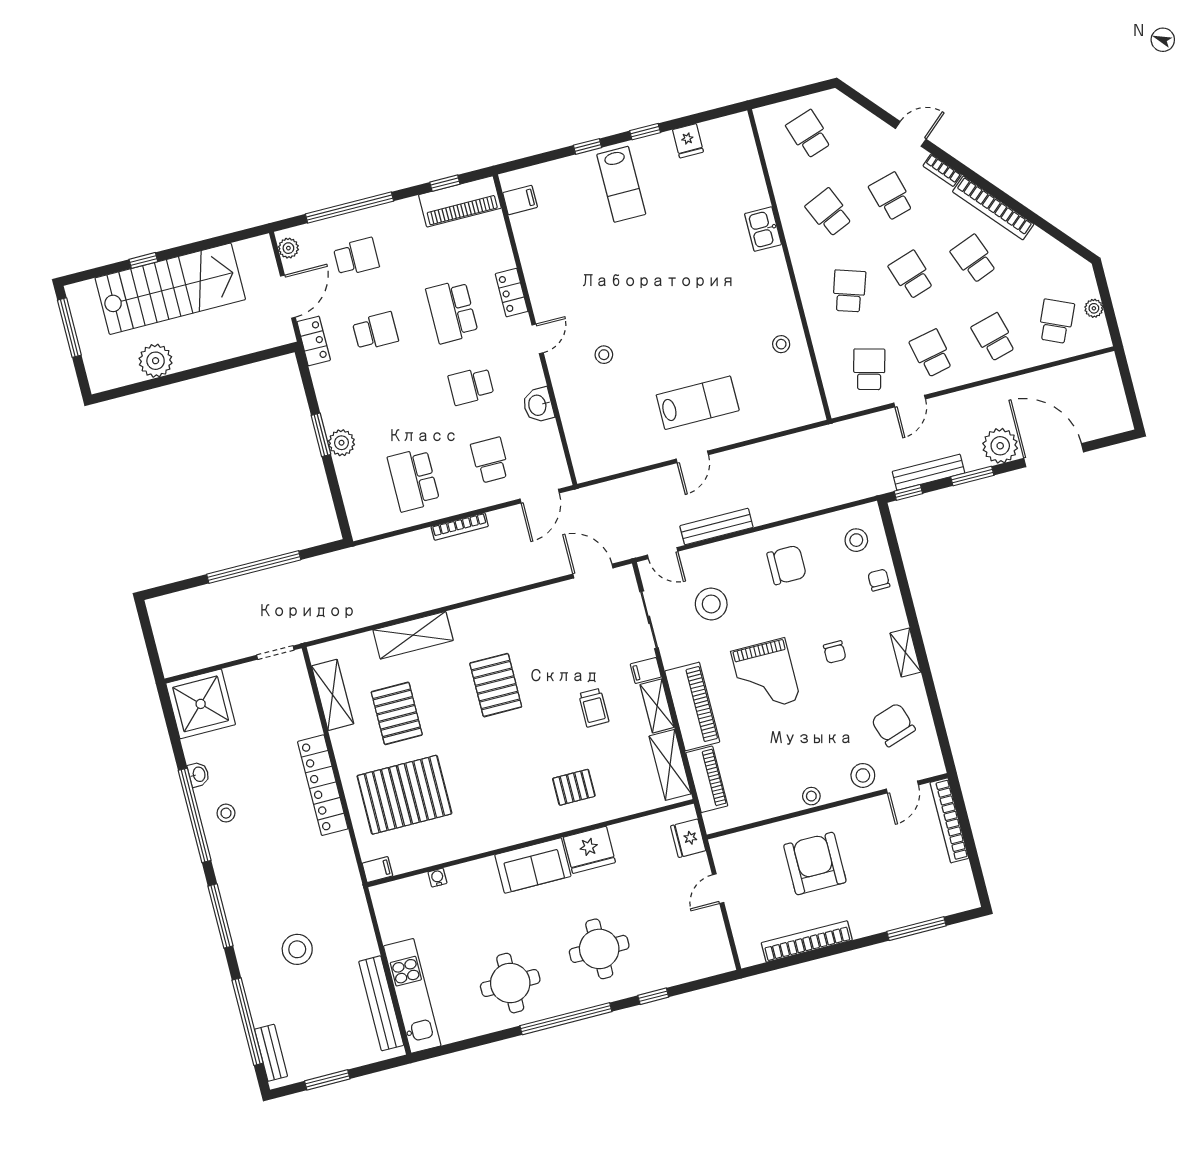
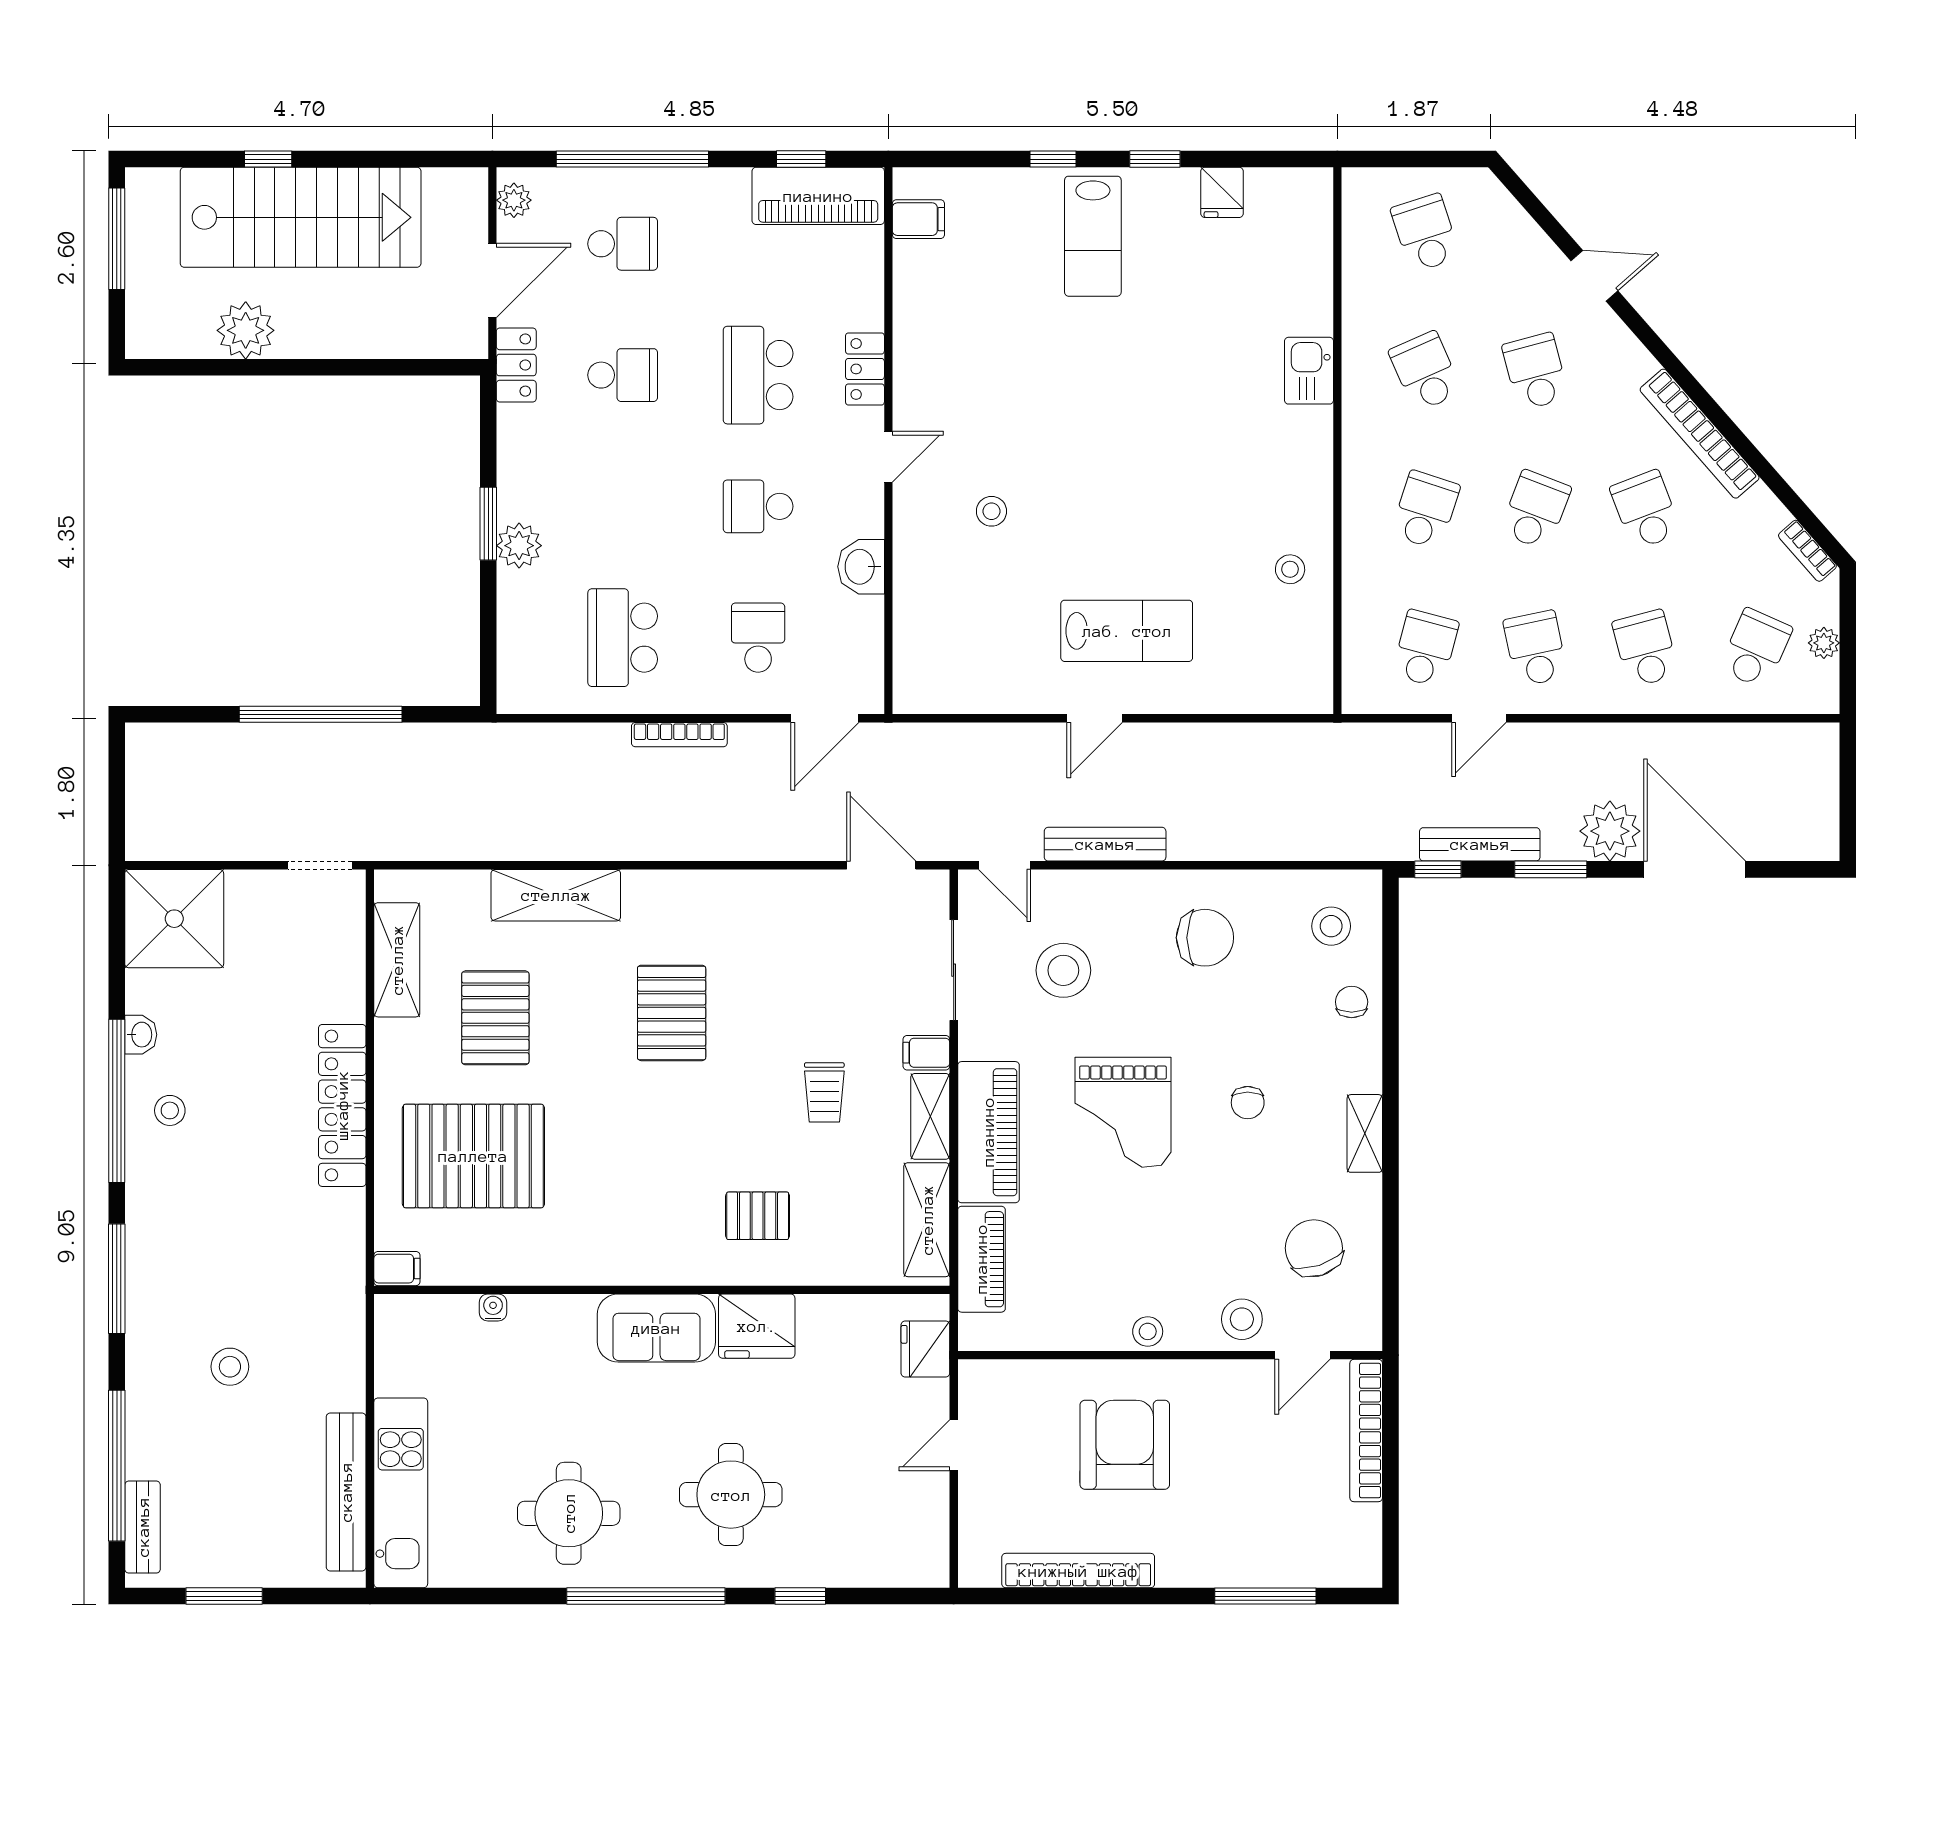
bookcase: (942, 170) -> (1807, 551), moved
school desk: (911, 275) -> (1535, 510), turned 39
stool: (297, 949) -> (230, 1367), width x0.73, depth x0.73

